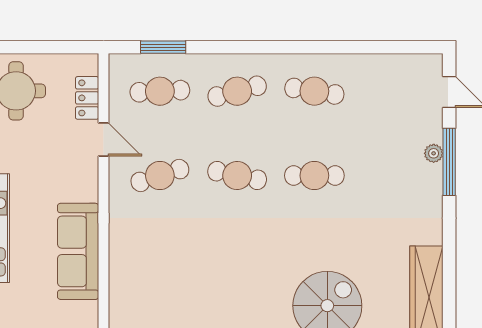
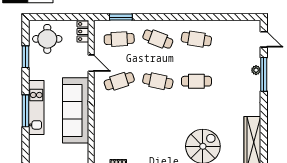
cafe table: (237, 91) -> (158, 39), turned 36
locker: (87, 98) -> (83, 31), moved
sofa: (78, 251) -> (76, 110), width x1.36, depth x1.27

